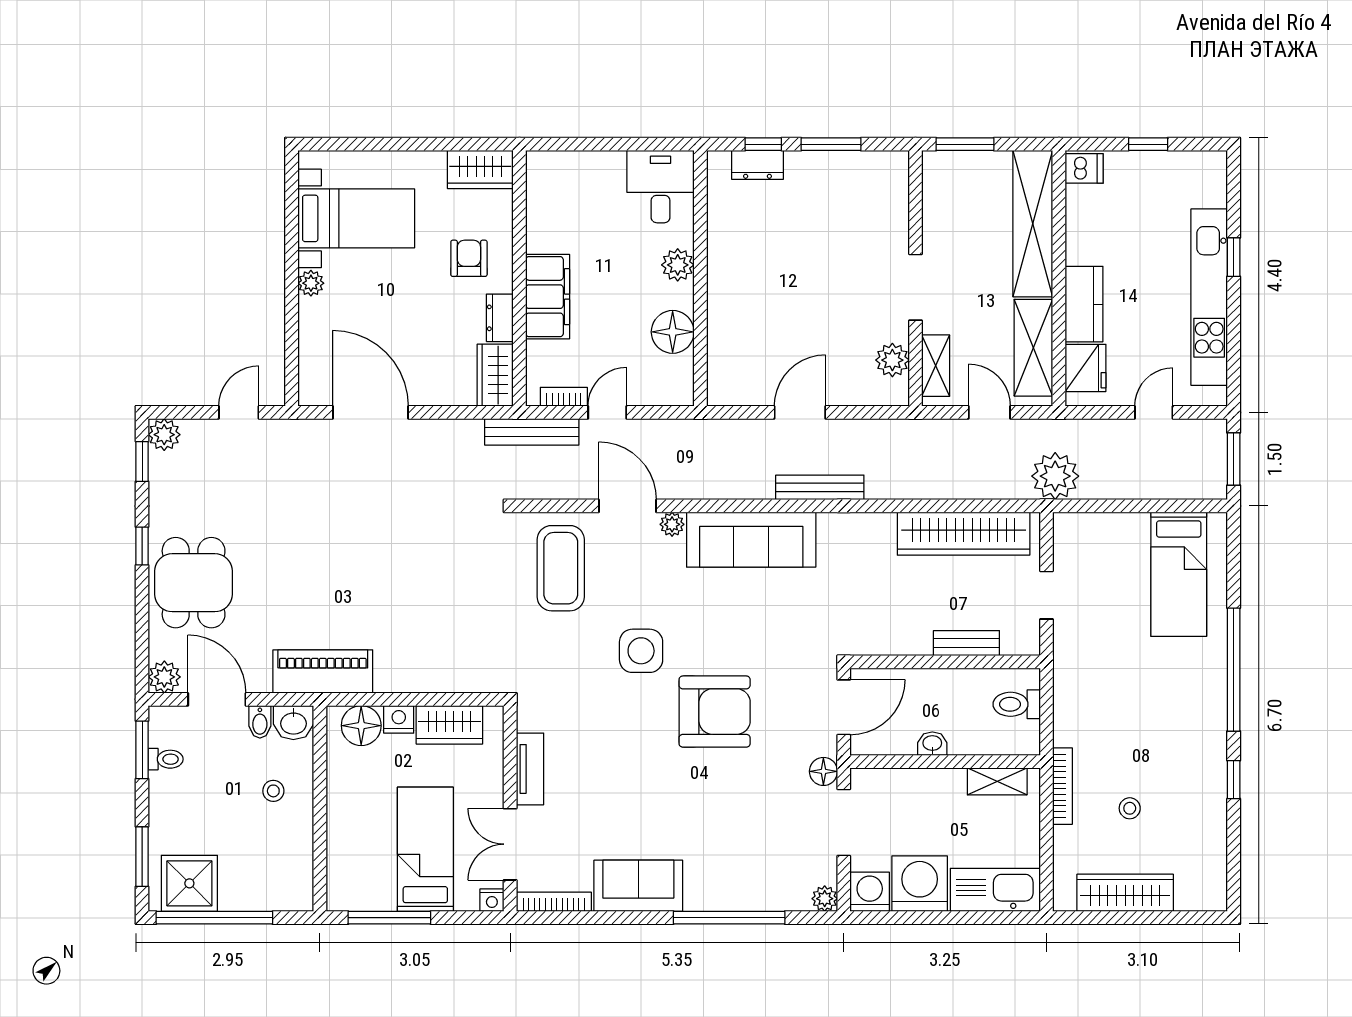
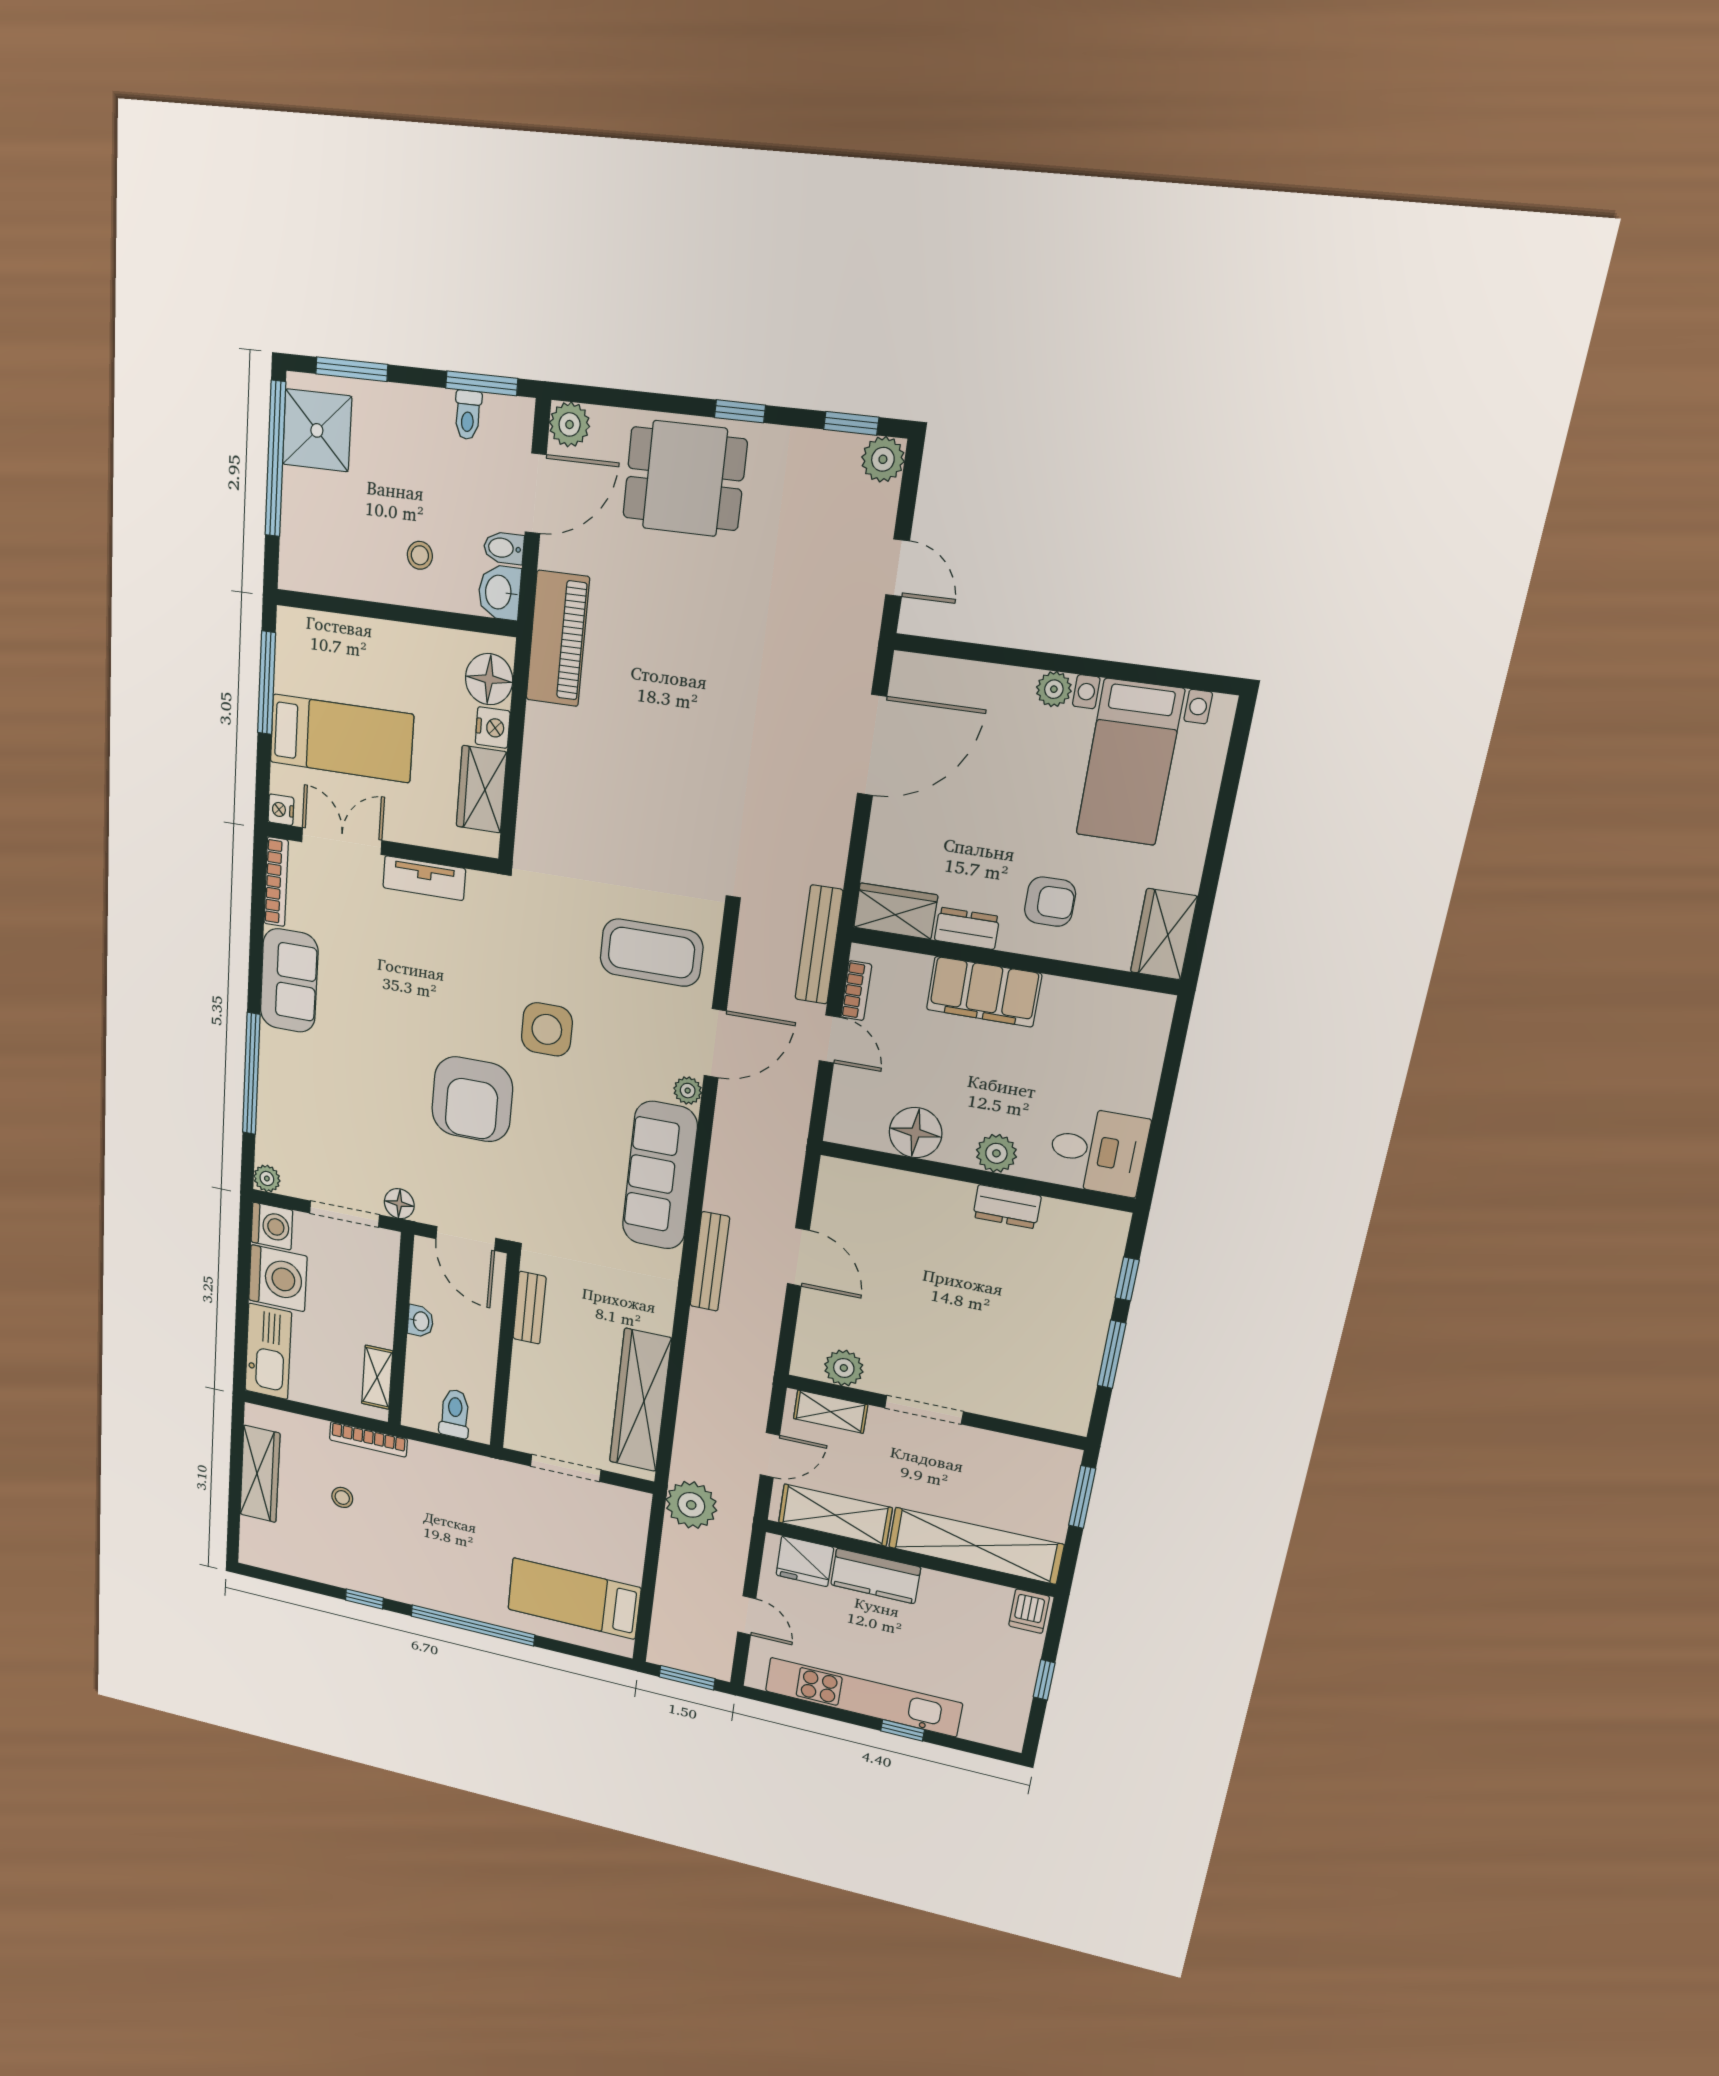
dresser: (757, 165) -> (1007, 1207), moved, turned -90
doorway: (1046, 595) -> (566, 1468), width x1.38
bench: (966, 643) -> (530, 1308), moved

